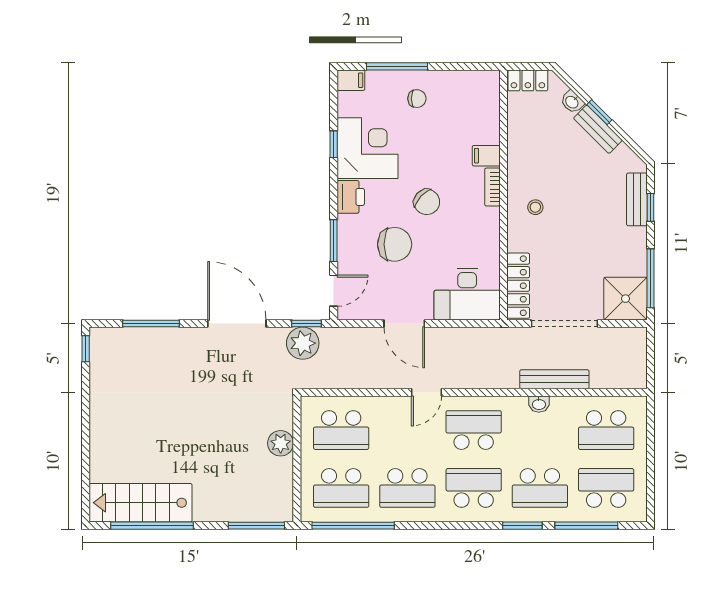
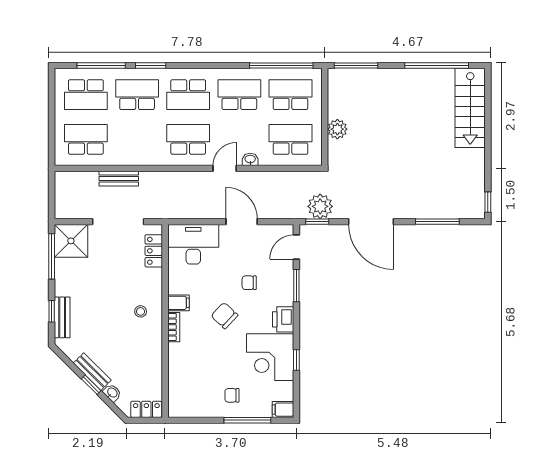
filing cabinet: (486, 156) -> (178, 303), moved
chair: (395, 244) -> (249, 283), width x0.54, depth x0.54
locker: (518, 286) -> (154, 251), width x0.66
bench: (554, 379) -> (119, 179), width x0.73
washbasin: (539, 404) -> (250, 159), moved
school desk: (474, 430) -> (188, 139), turned 180
stairs: (140, 503) -> (470, 108), moved, turned 90

